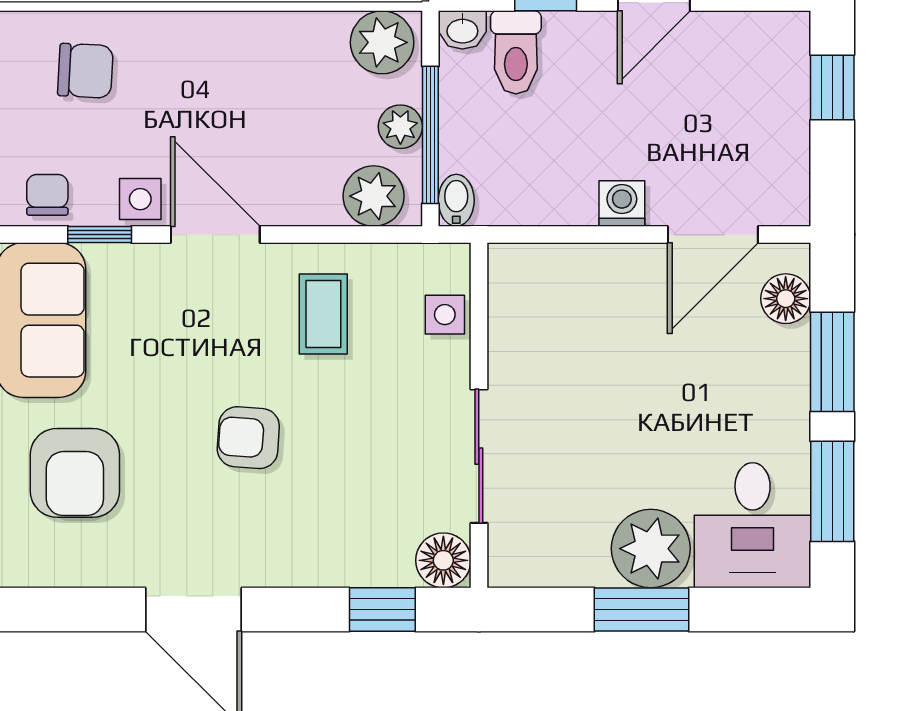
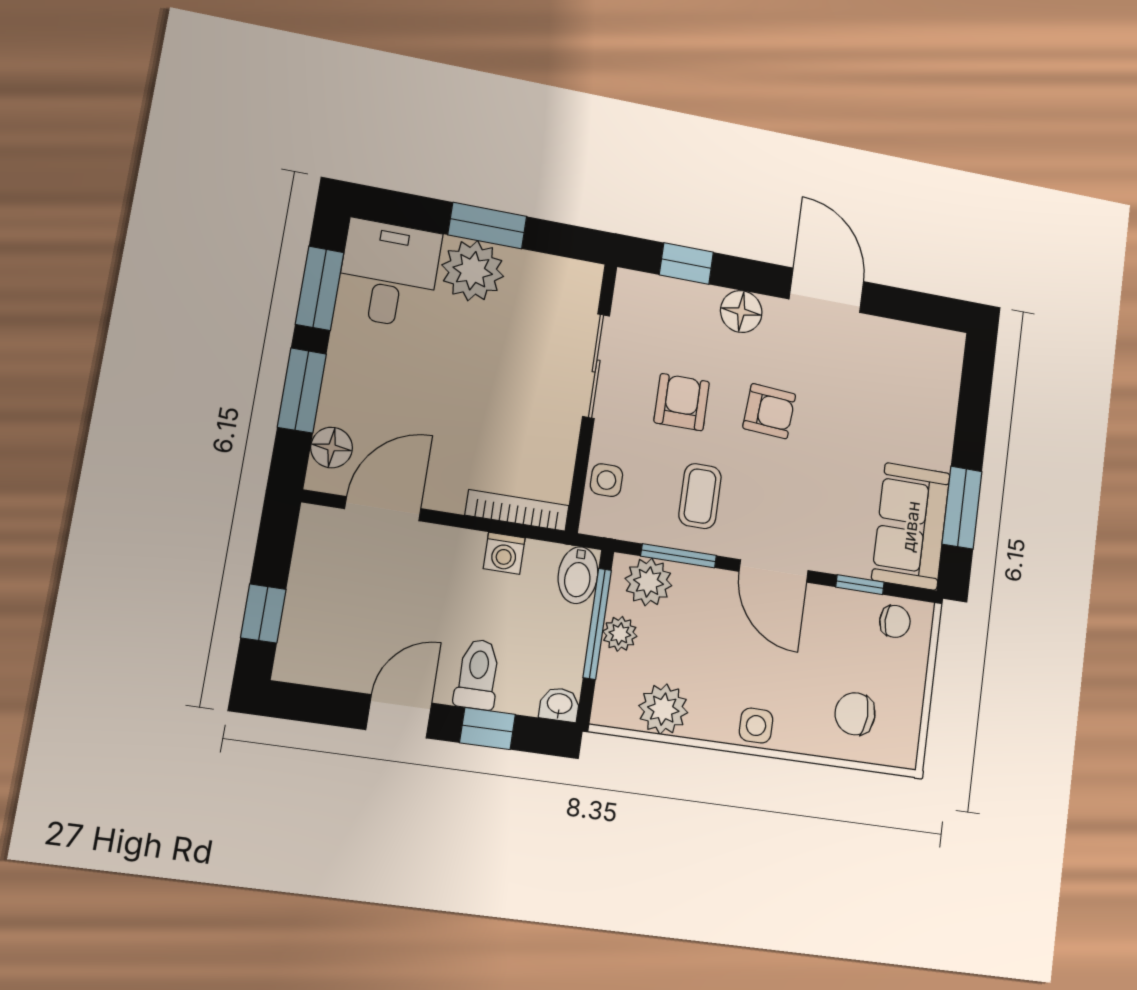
plant: (382, 42) -> (663, 709), moved
toilet: (516, 52) -> (478, 674), moved
chair: (47, 195) -> (895, 621), turned -90
side table: (140, 199) -> (756, 726), moved
bidet: (456, 200) -> (578, 575), width x1.38, depth x1.36
washing machine: (622, 204) -> (504, 553), moved
window: (340, 235) -> (679, 556), added
bookcase: (550, 259) -> (517, 510), added
armchair: (75, 473) -> (682, 402), moved, width x0.72, depth x0.72
floor lamp: (443, 560) -> (741, 312), moved

